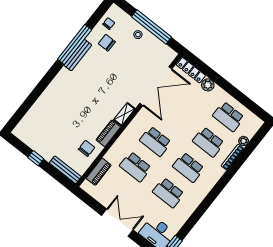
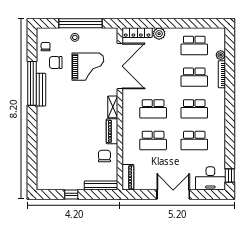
grand piano: (130, 66) -> (88, 67), added
piano: (99, 172) -> (128, 177), moved

